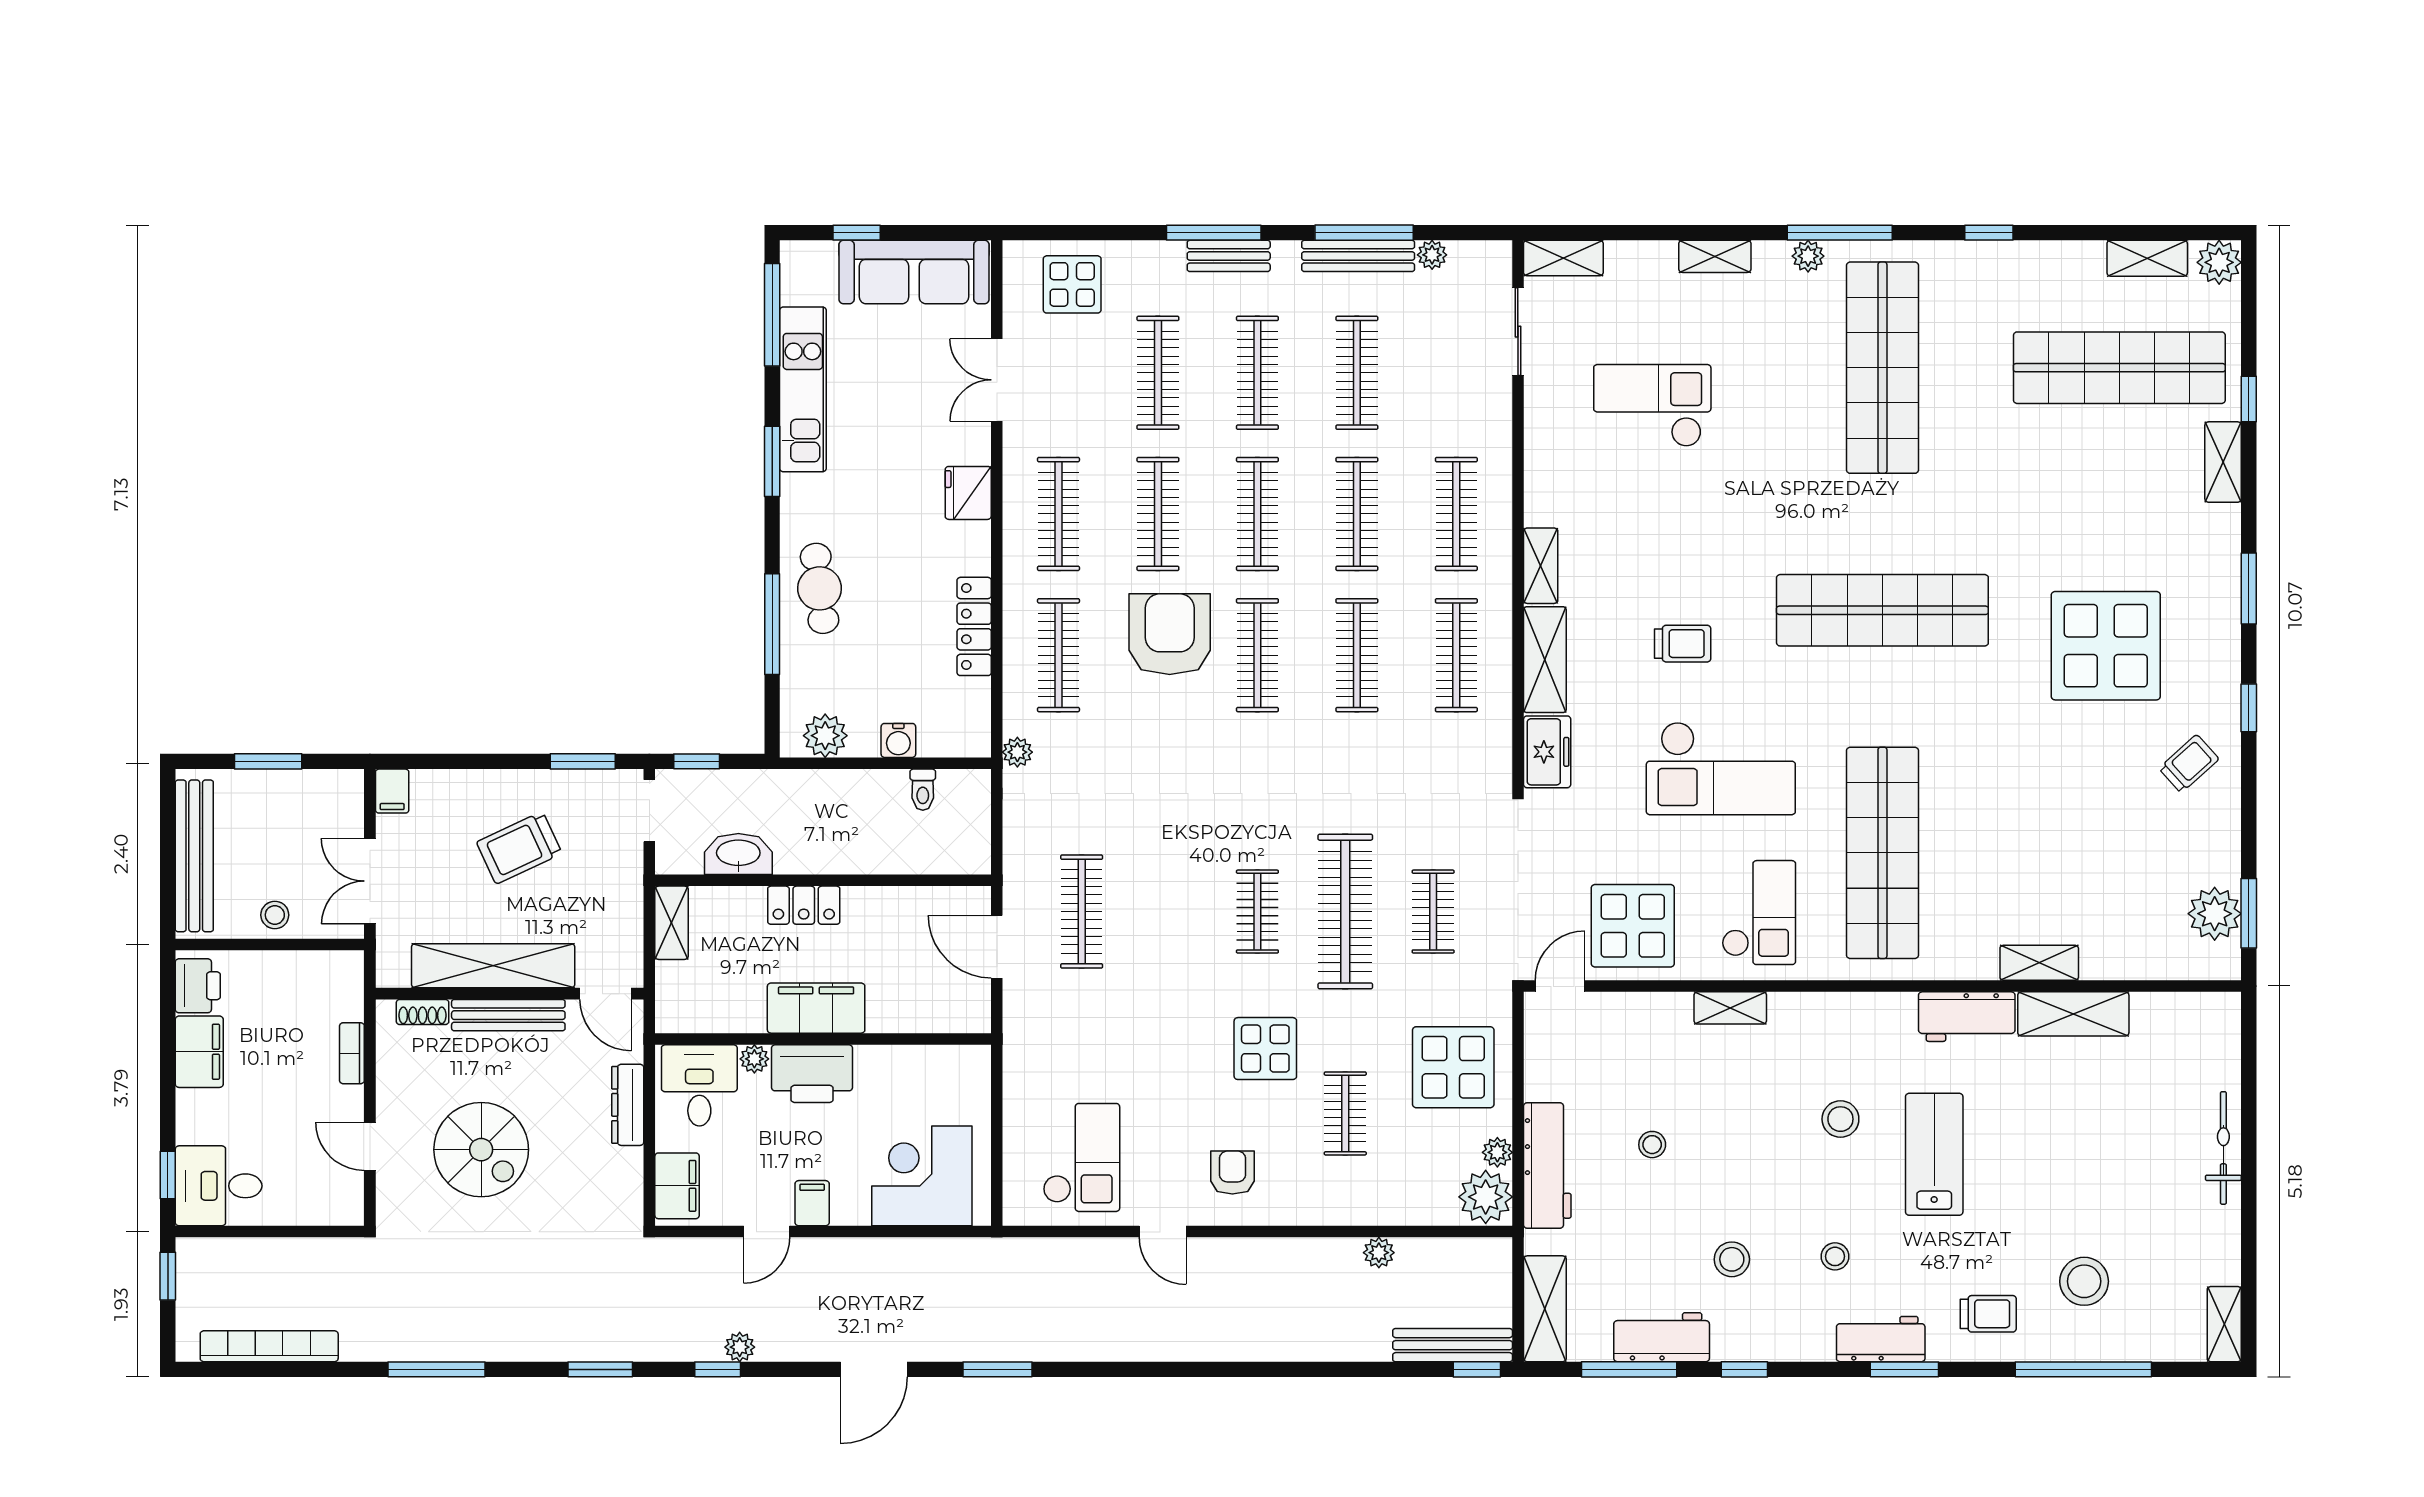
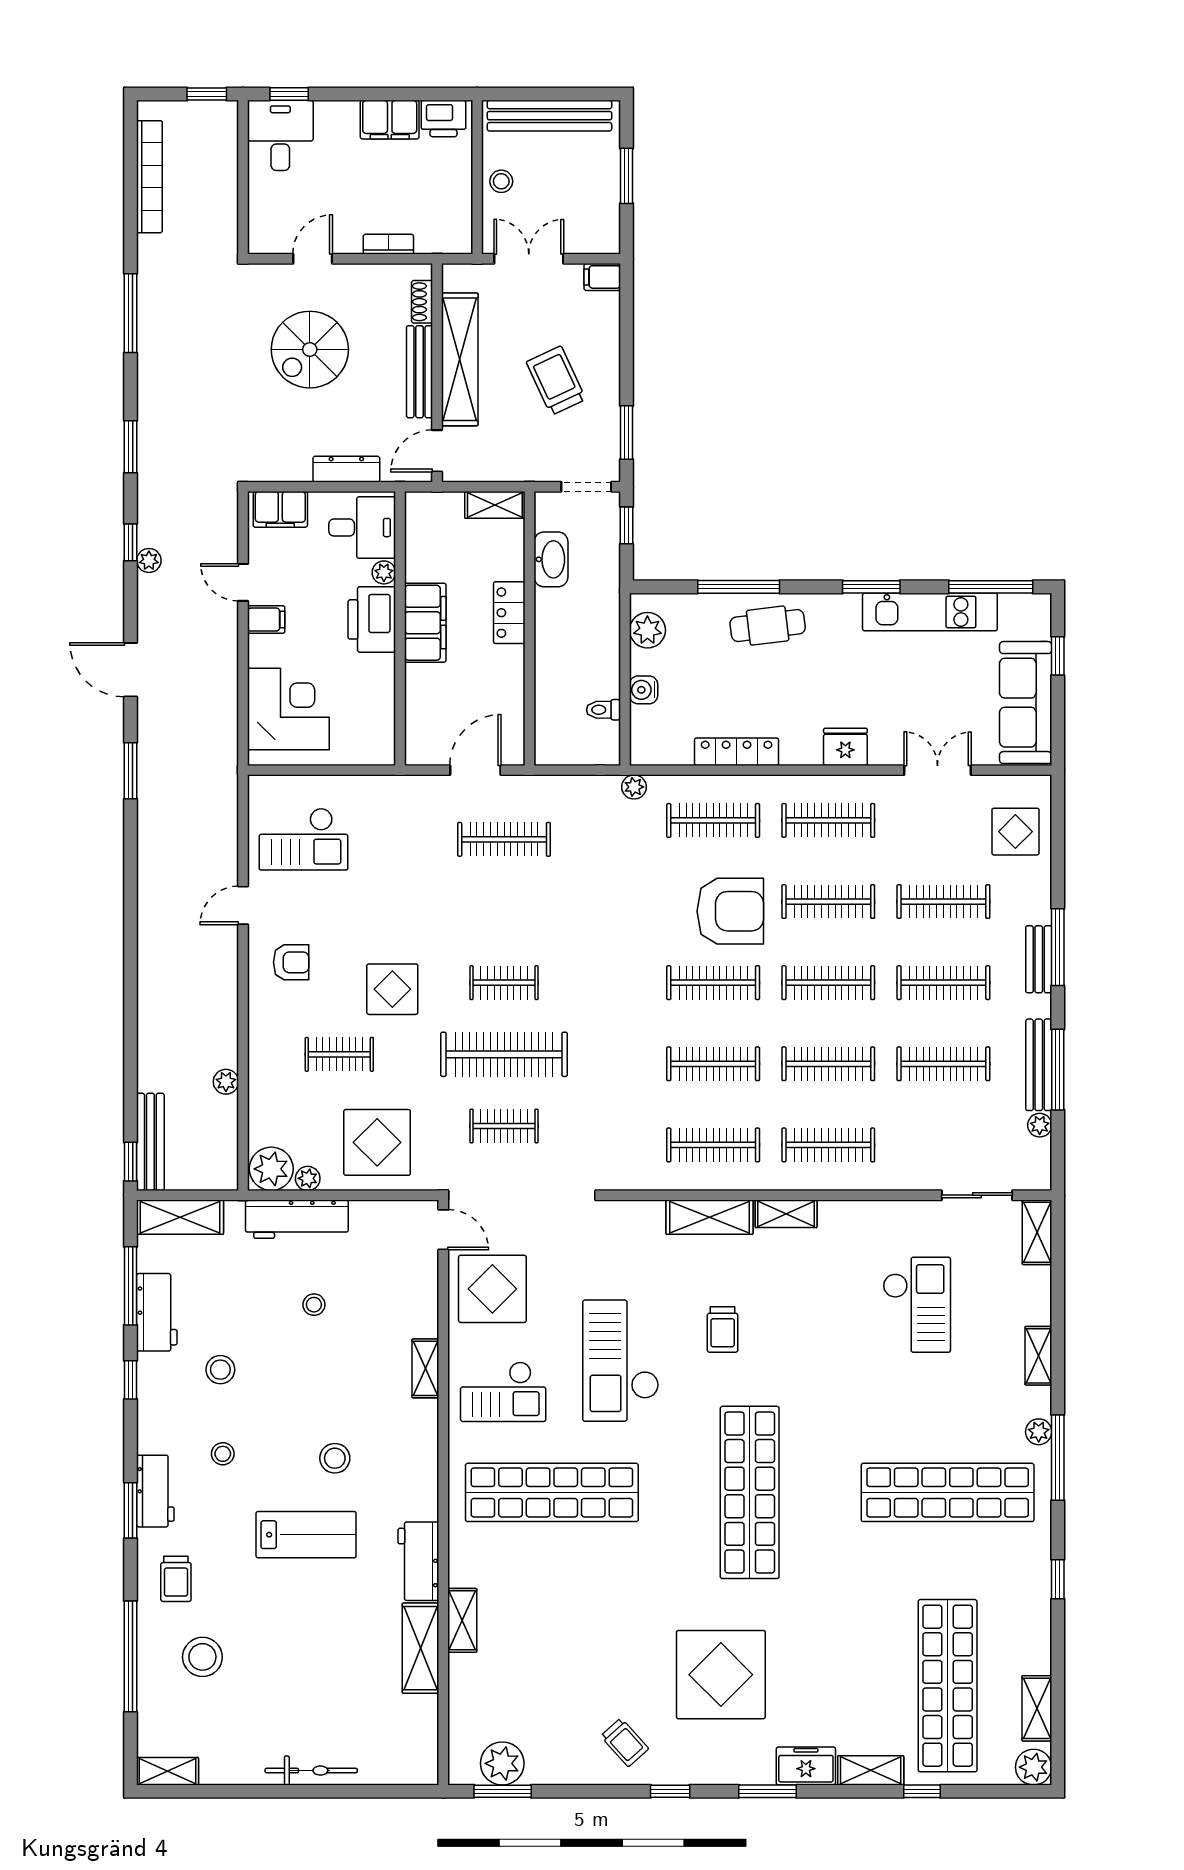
freezer: (1547, 752) -> (806, 1766), moved, turned 180

